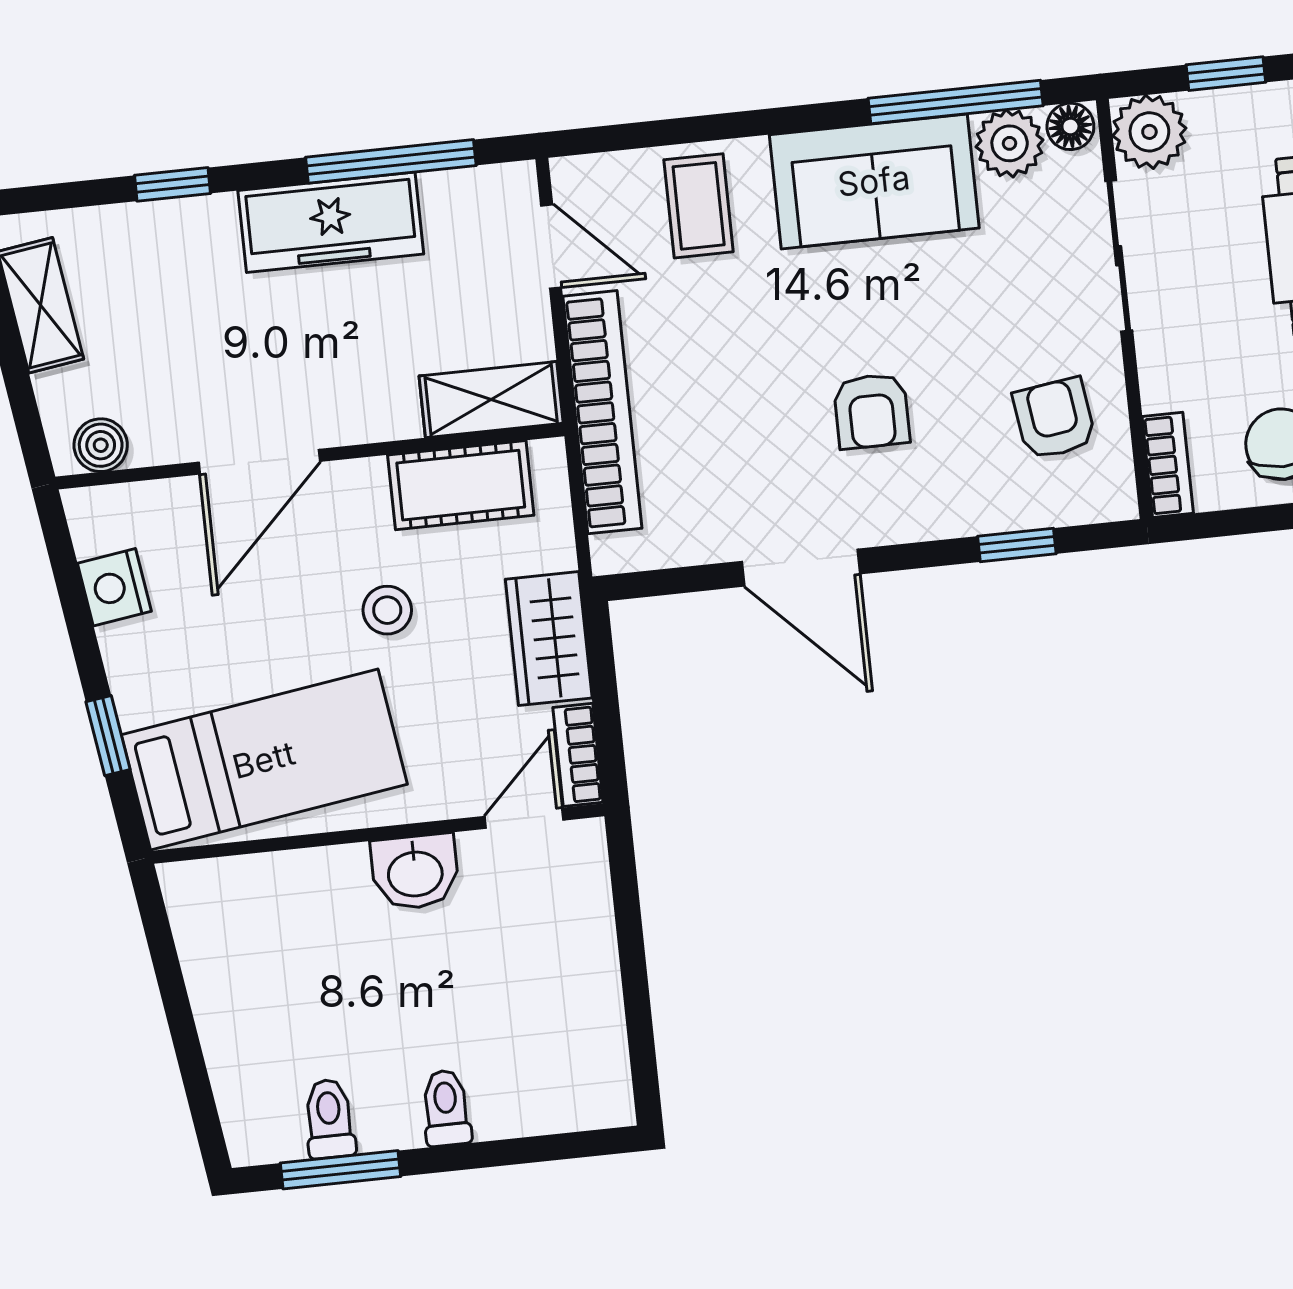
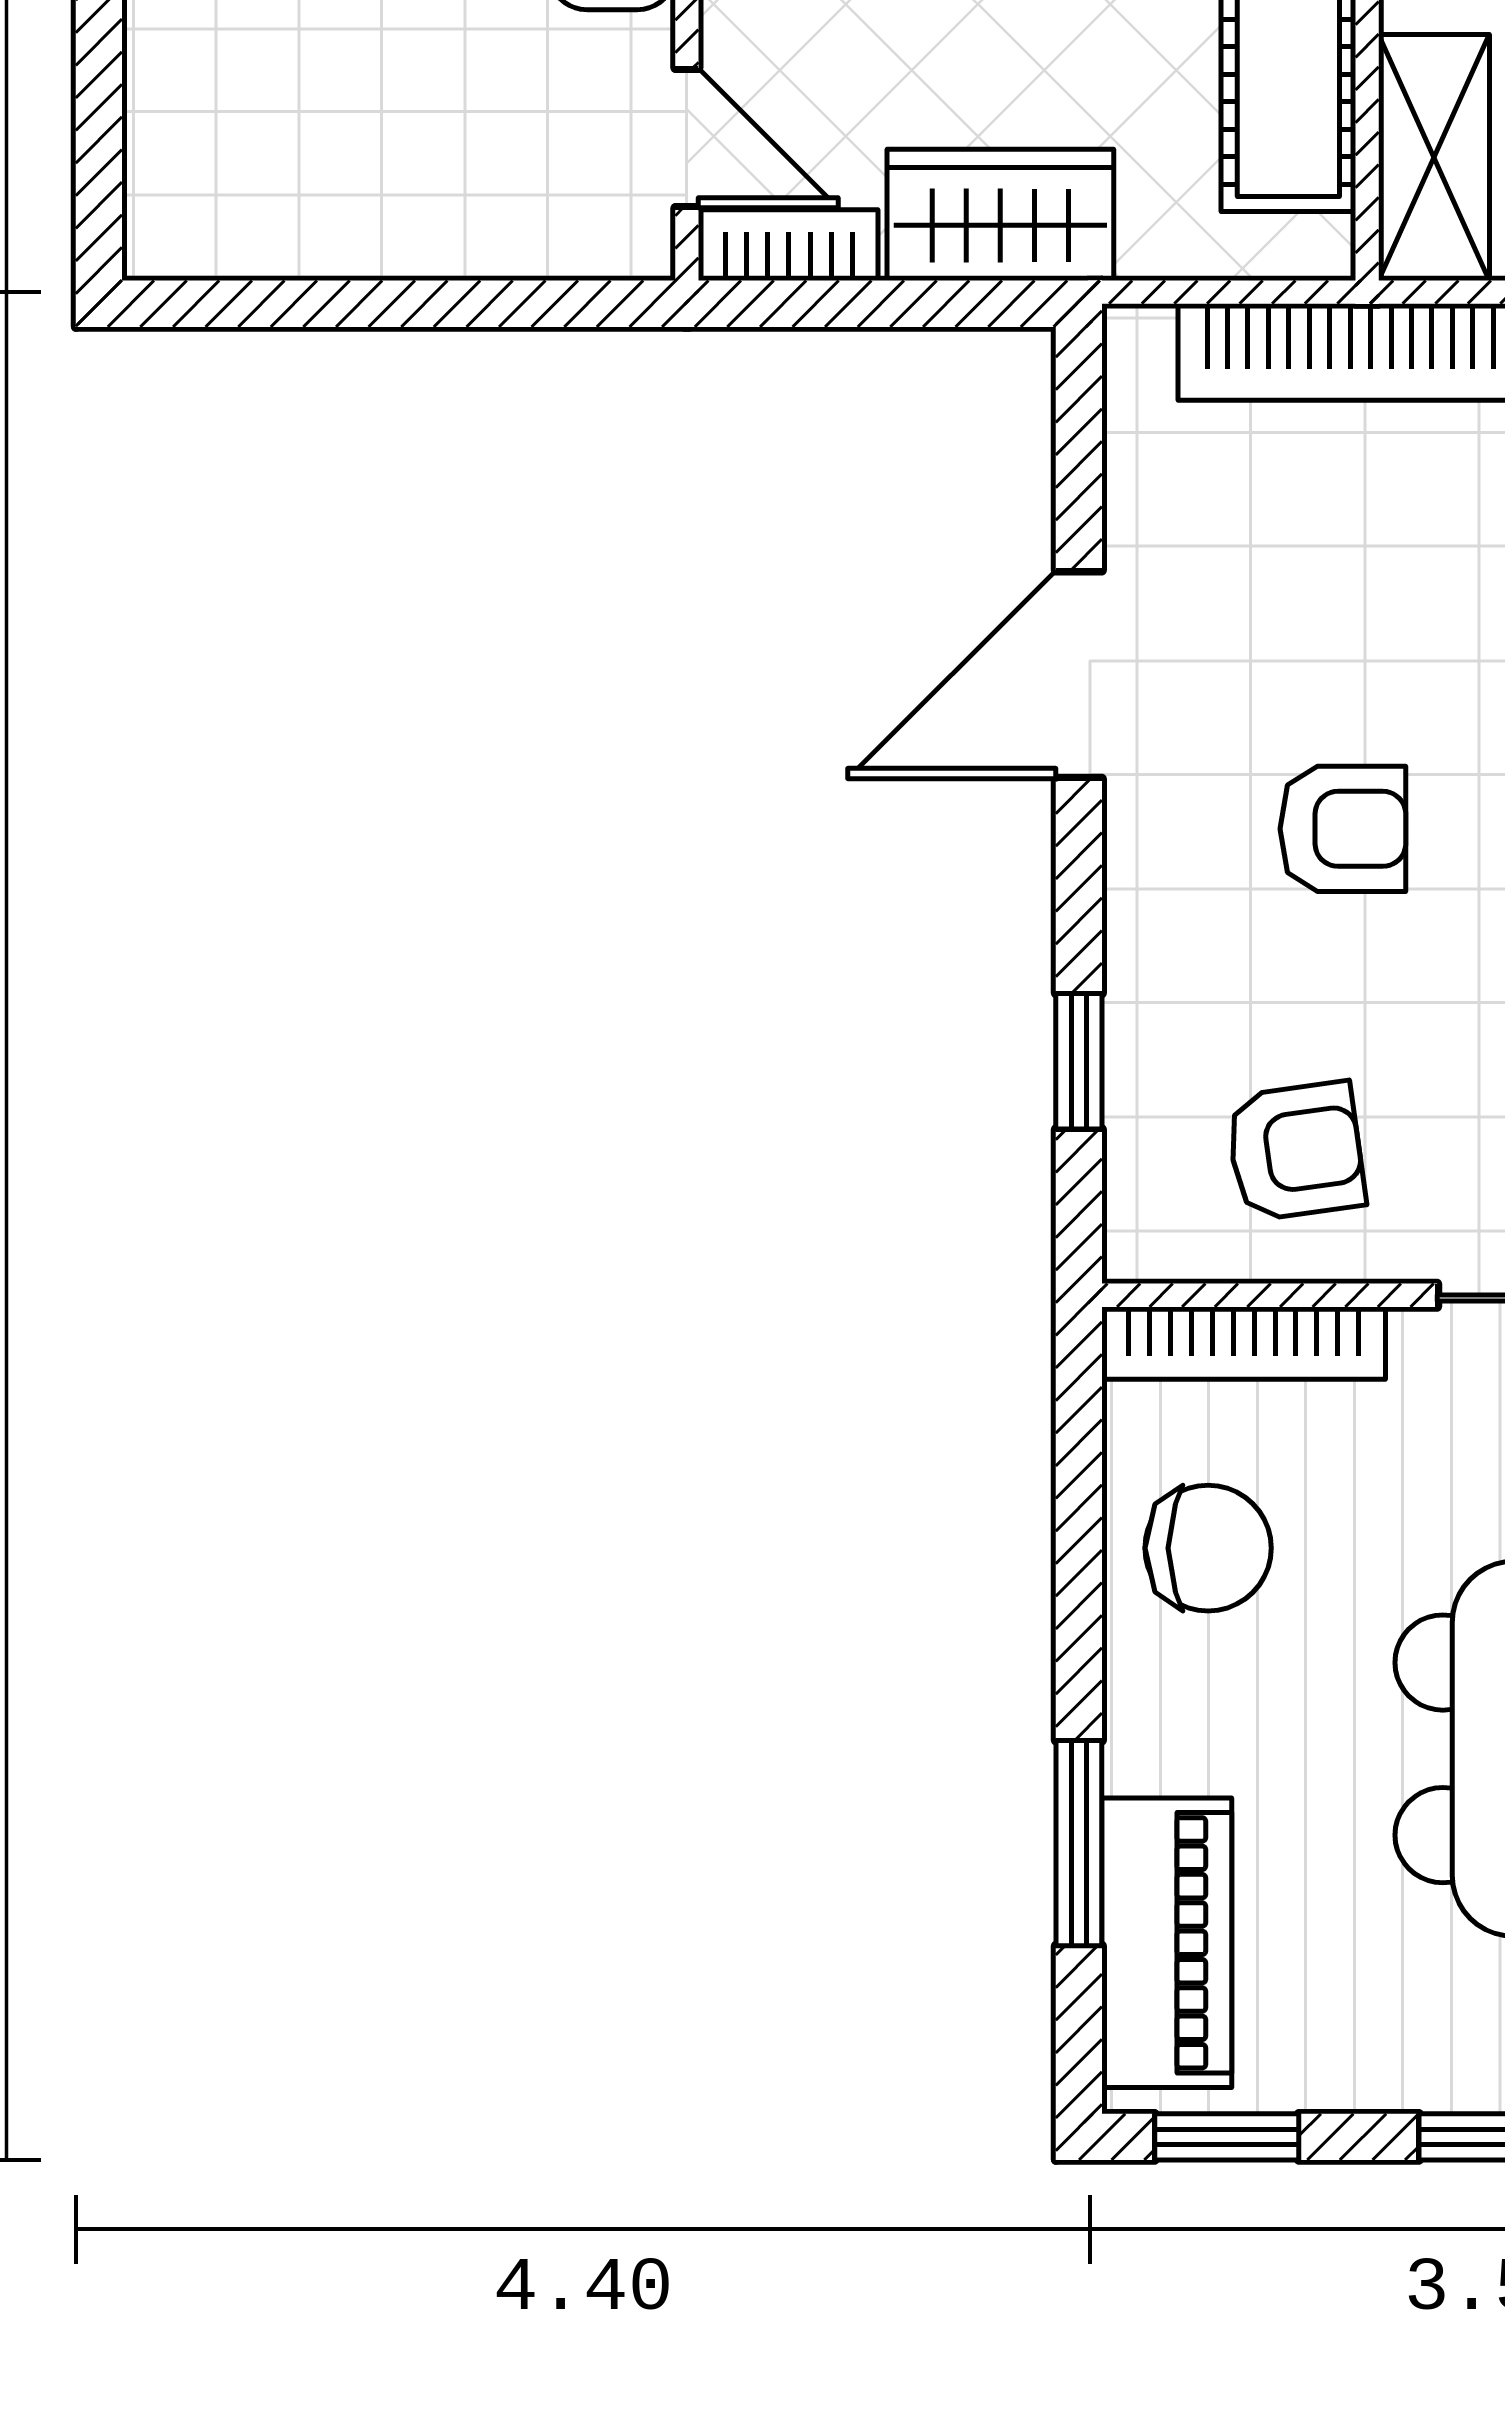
armchair: (872, 411) -> (1343, 829), turned 180
bookcase: (1168, 465) -> (1244, 1343), width x1.56

